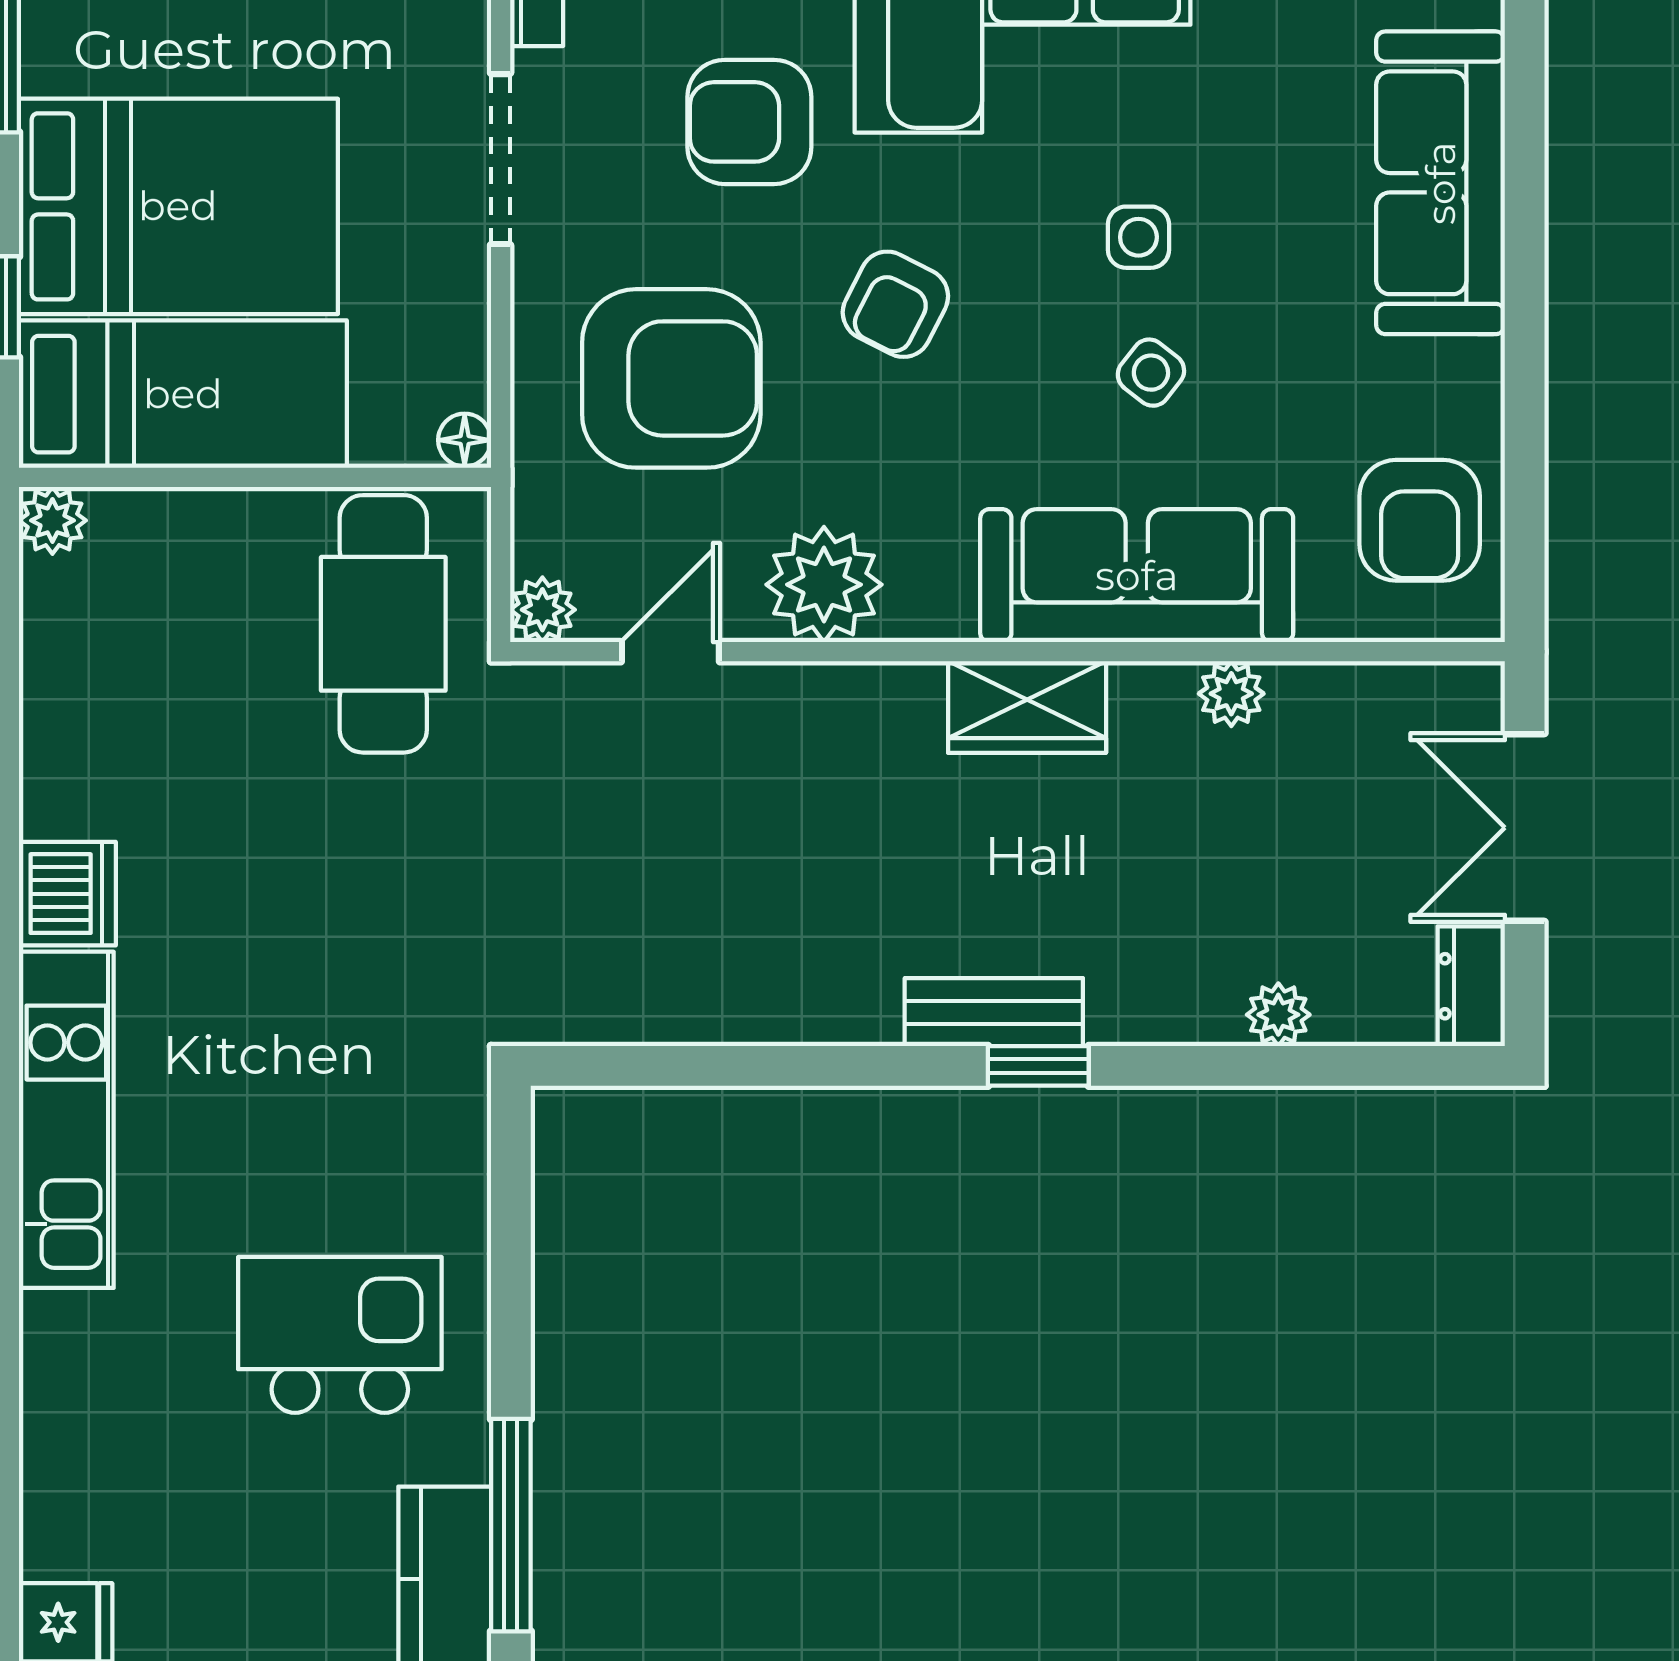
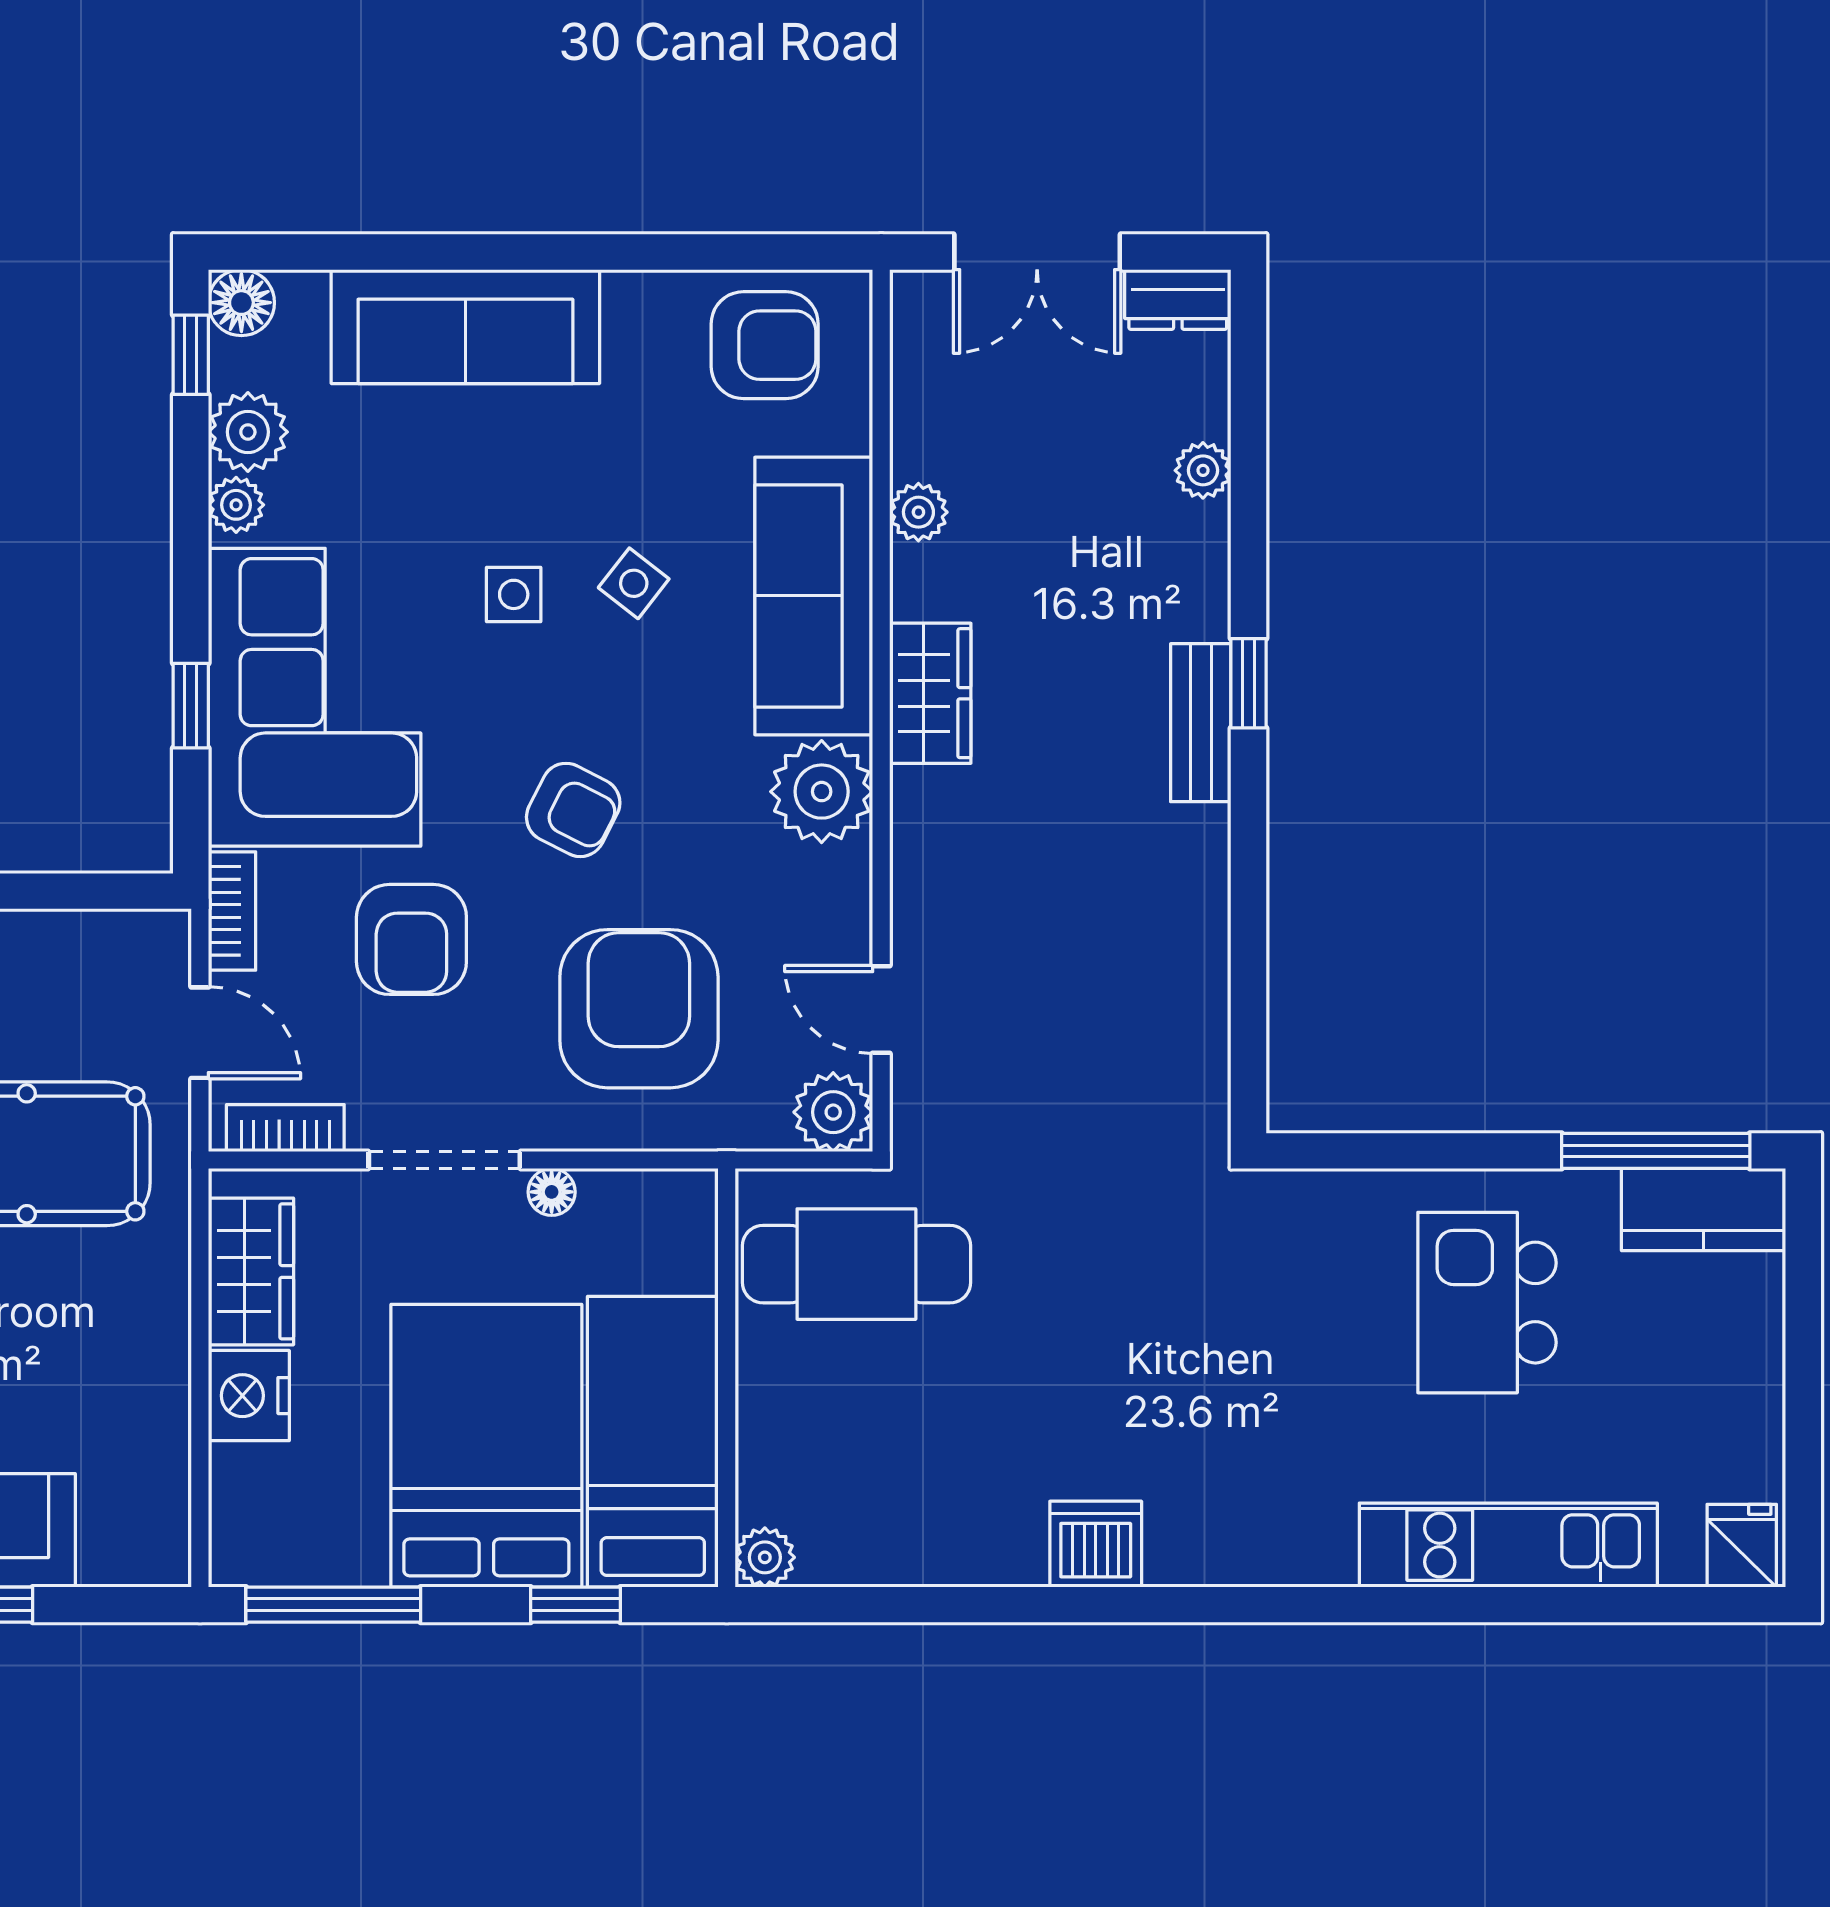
floor lamp: (465, 440) -> (552, 1192), moved
plant: (824, 585) -> (822, 792), moved
plant: (542, 610) -> (833, 1112), width x1.38, depth x1.38
kitchen unit: (66, 1120) -> (1508, 1545), moved

